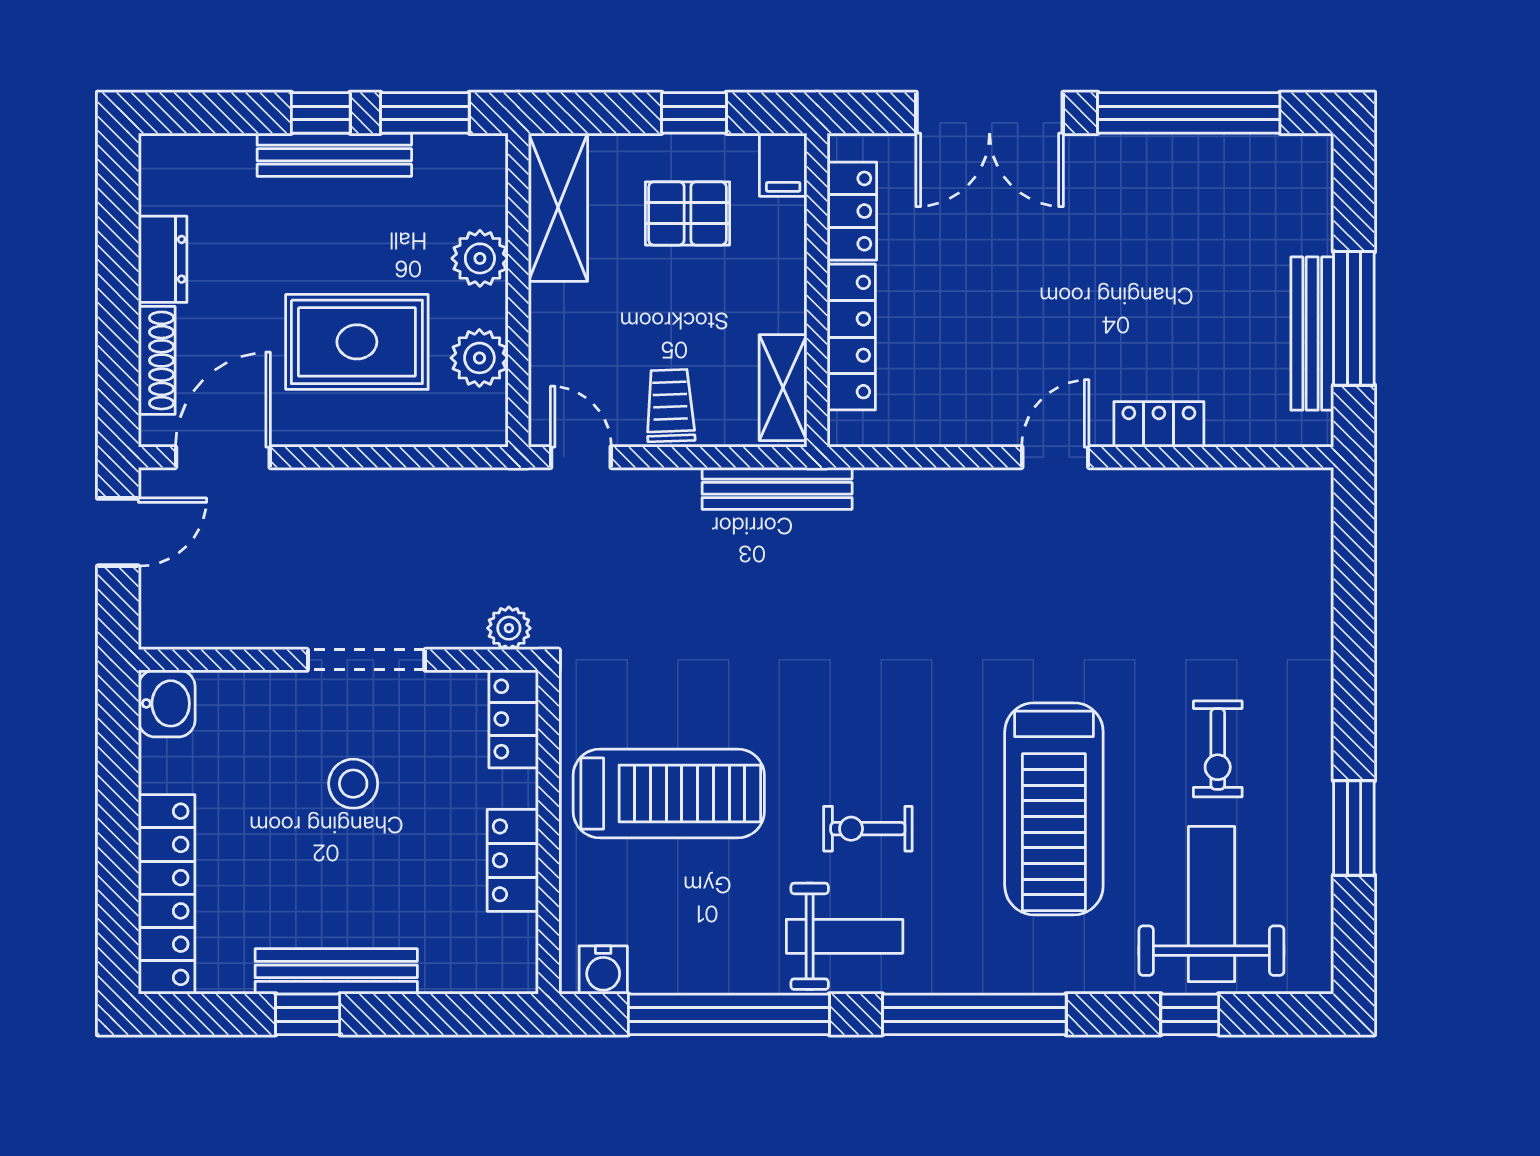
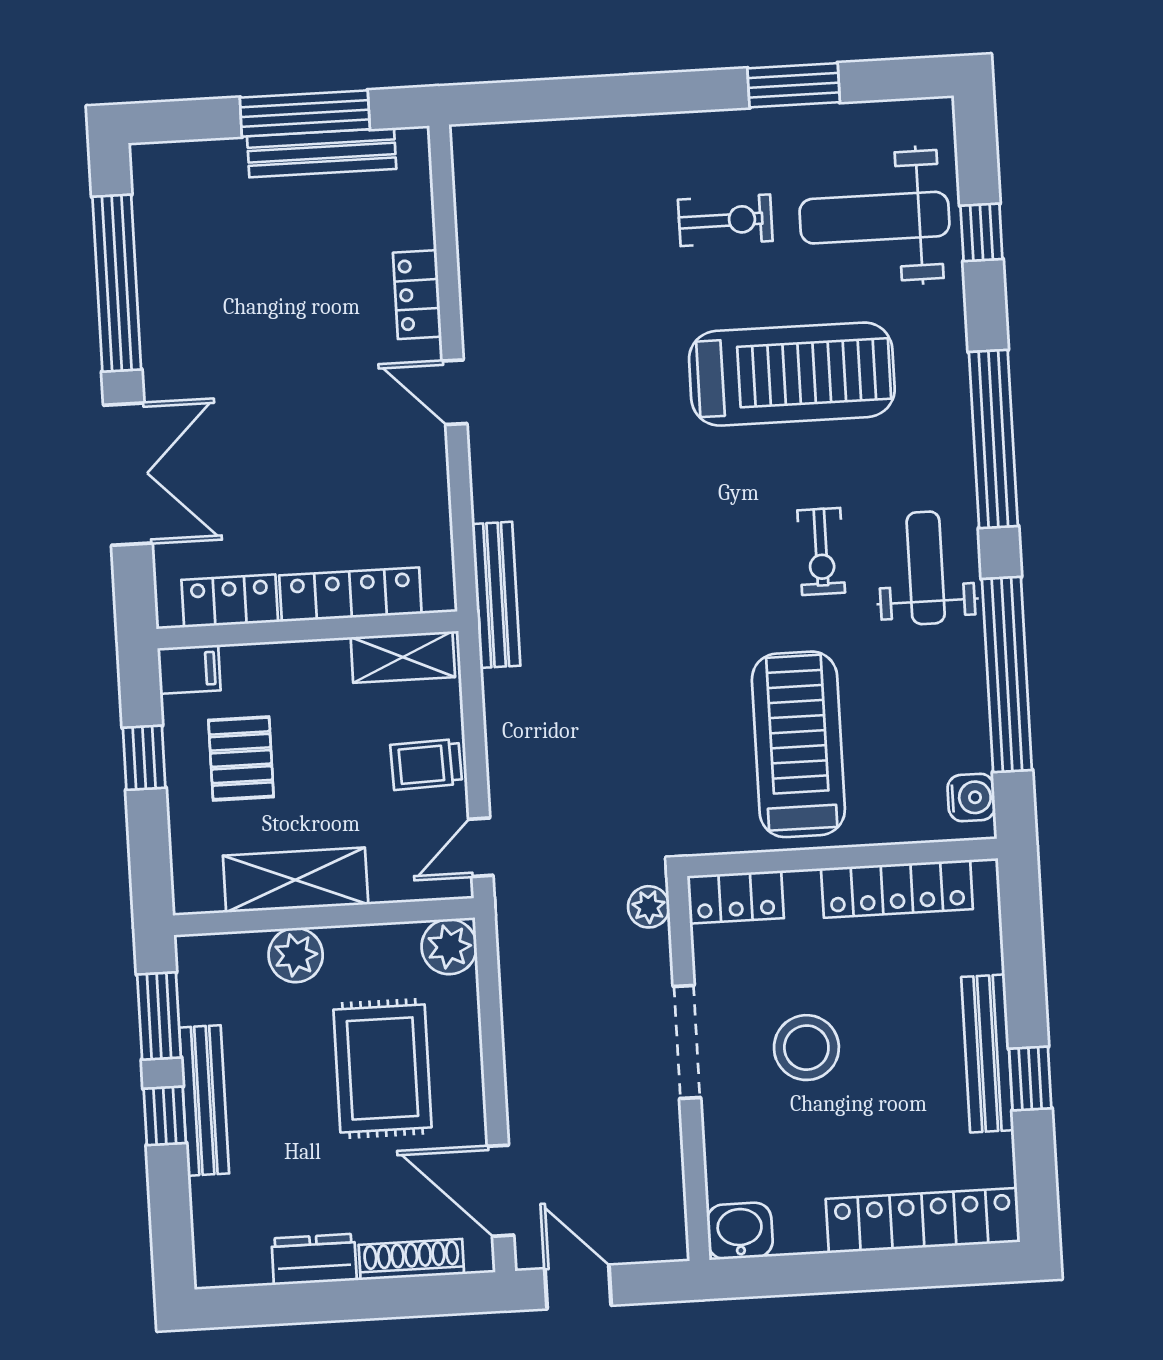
shelving: (558, 207) -> (296, 880), moved
plant: (479, 358) -> (449, 947), moved
bench: (777, 488) -> (496, 595), moved
stool: (353, 784) -> (806, 1048), width x1.38, depth x1.38
locker: (513, 860) -> (897, 889), width x1.53

